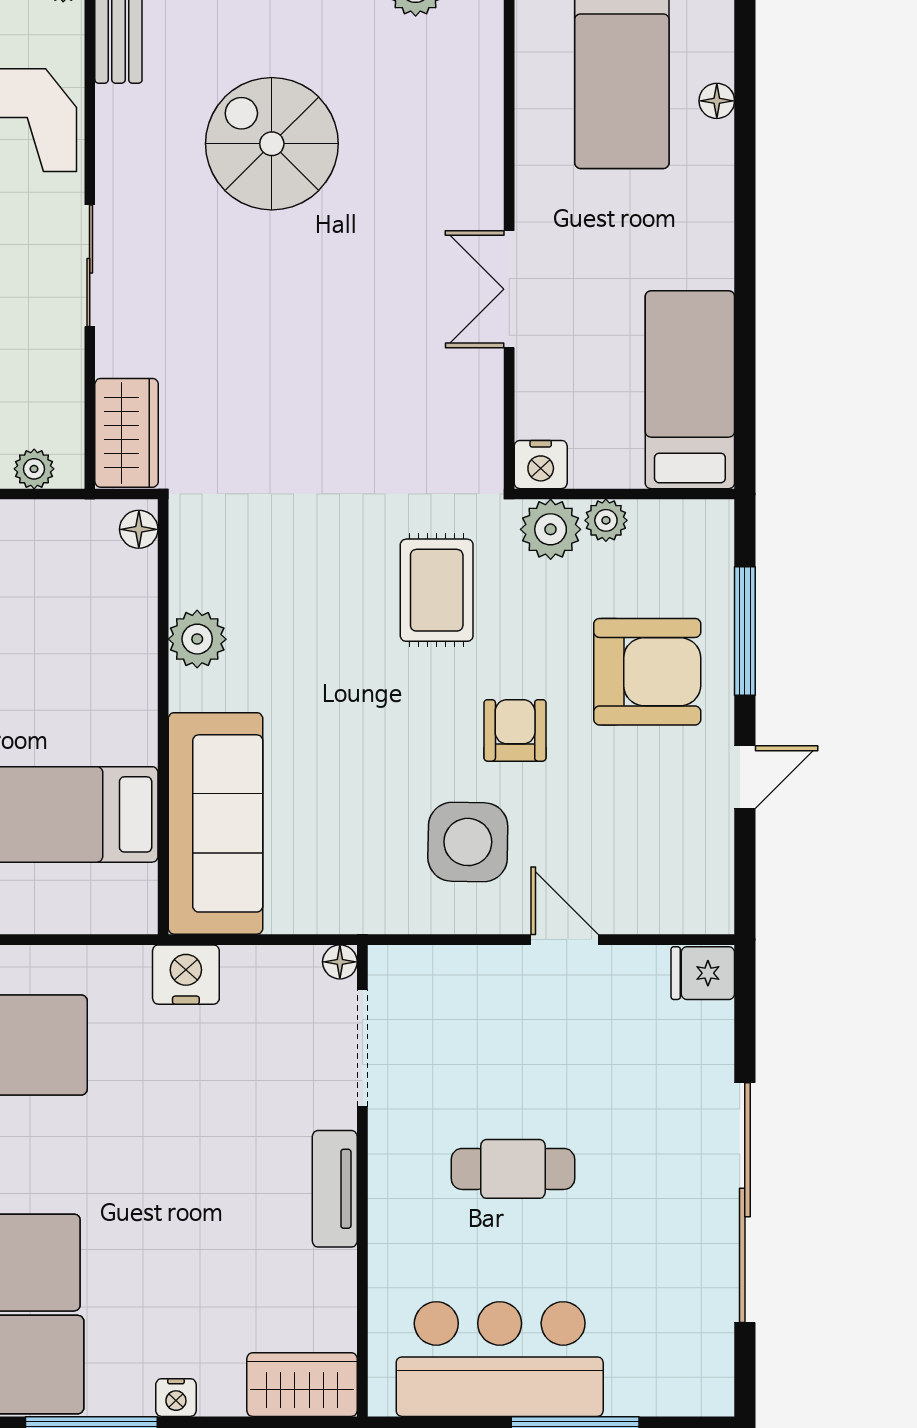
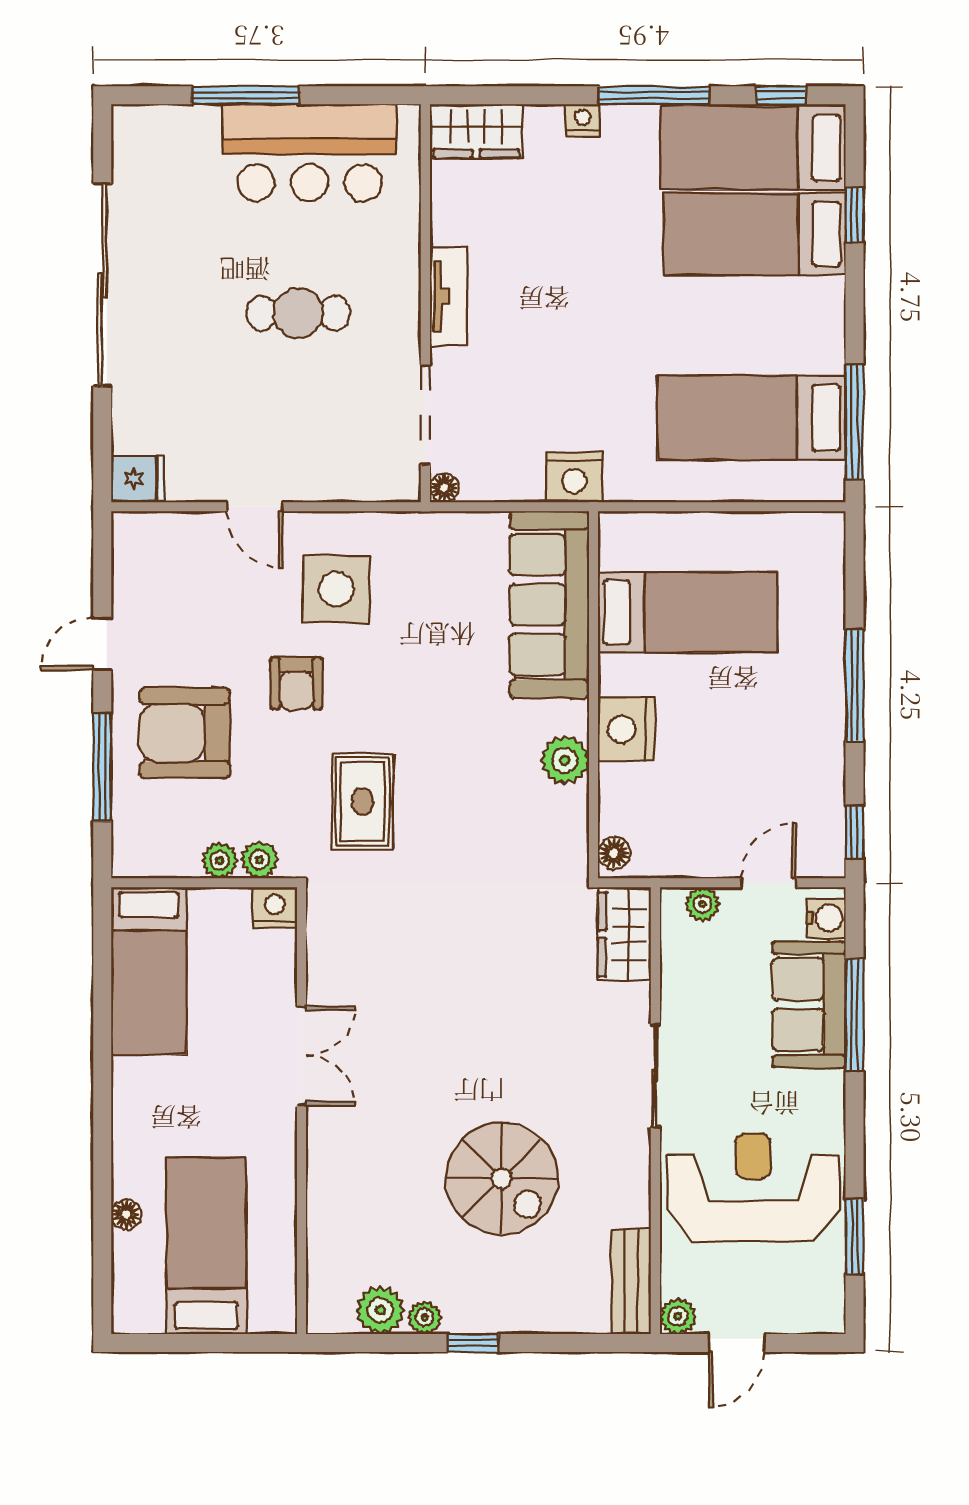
plant: (551, 529) -> (259, 860), width x0.73, depth x0.73
nightstand: (124, 676) -> (626, 729), added

